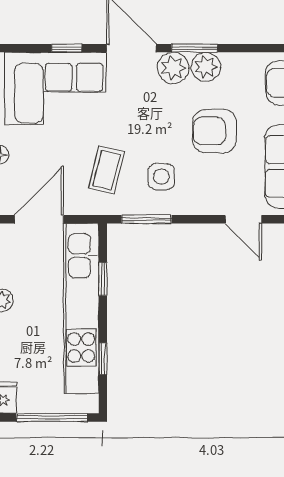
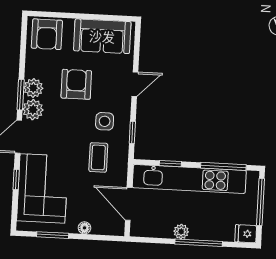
armchair: (215, 131) -> (76, 84), turned 180
coffee table: (106, 170) -> (98, 157), turned 76
window: (147, 219) -> (132, 133), width x0.67
door: (243, 219) -> (135, 84), moved
window: (103, 359) -> (223, 166), width x2.17

